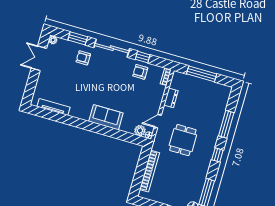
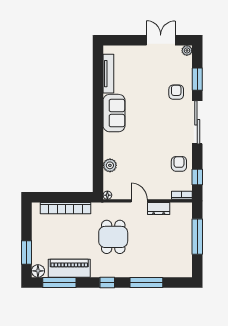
window: (143, 57) -> (197, 177), moved
sofa: (106, 117) -> (114, 113), moved
door: (158, 121) -> (139, 201), moved
plant: (140, 131) -> (110, 165), moved
dining table: (183, 140) -> (113, 237), turned 90
piano: (198, 182) -> (69, 268), added

